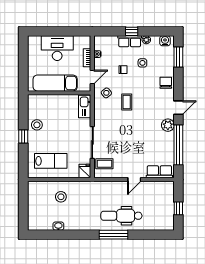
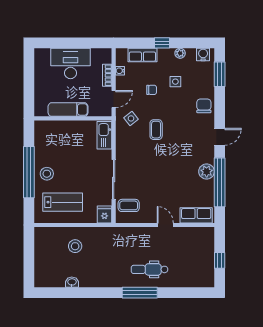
row of seats: (130, 41) -> (142, 55), moved
exam couch: (55, 83) -> (68, 110), width x0.73, depth x0.69
stool: (37, 125) -> (47, 174), moved
plant: (168, 125) -> (207, 172), moved
window: (23, 137) -> (29, 172), width x3.17
door: (134, 180) -> (165, 225), swing flipped
dental chair: (121, 216) -> (150, 269), width x0.73, depth x0.72

